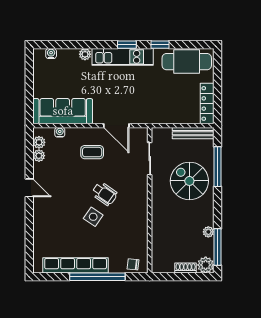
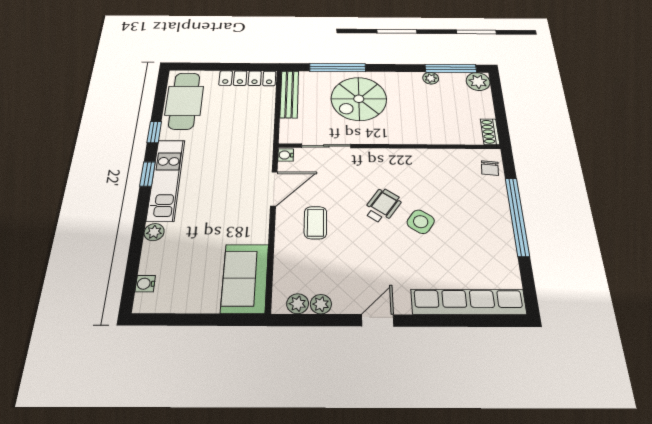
sofa: (63, 111) -> (245, 278), width x0.73
water cooler: (60, 132) -> (286, 155), moved
row of seats: (76, 265) -> (468, 302), moved, turned 90
shoe rack: (186, 268) -> (490, 132), moved

